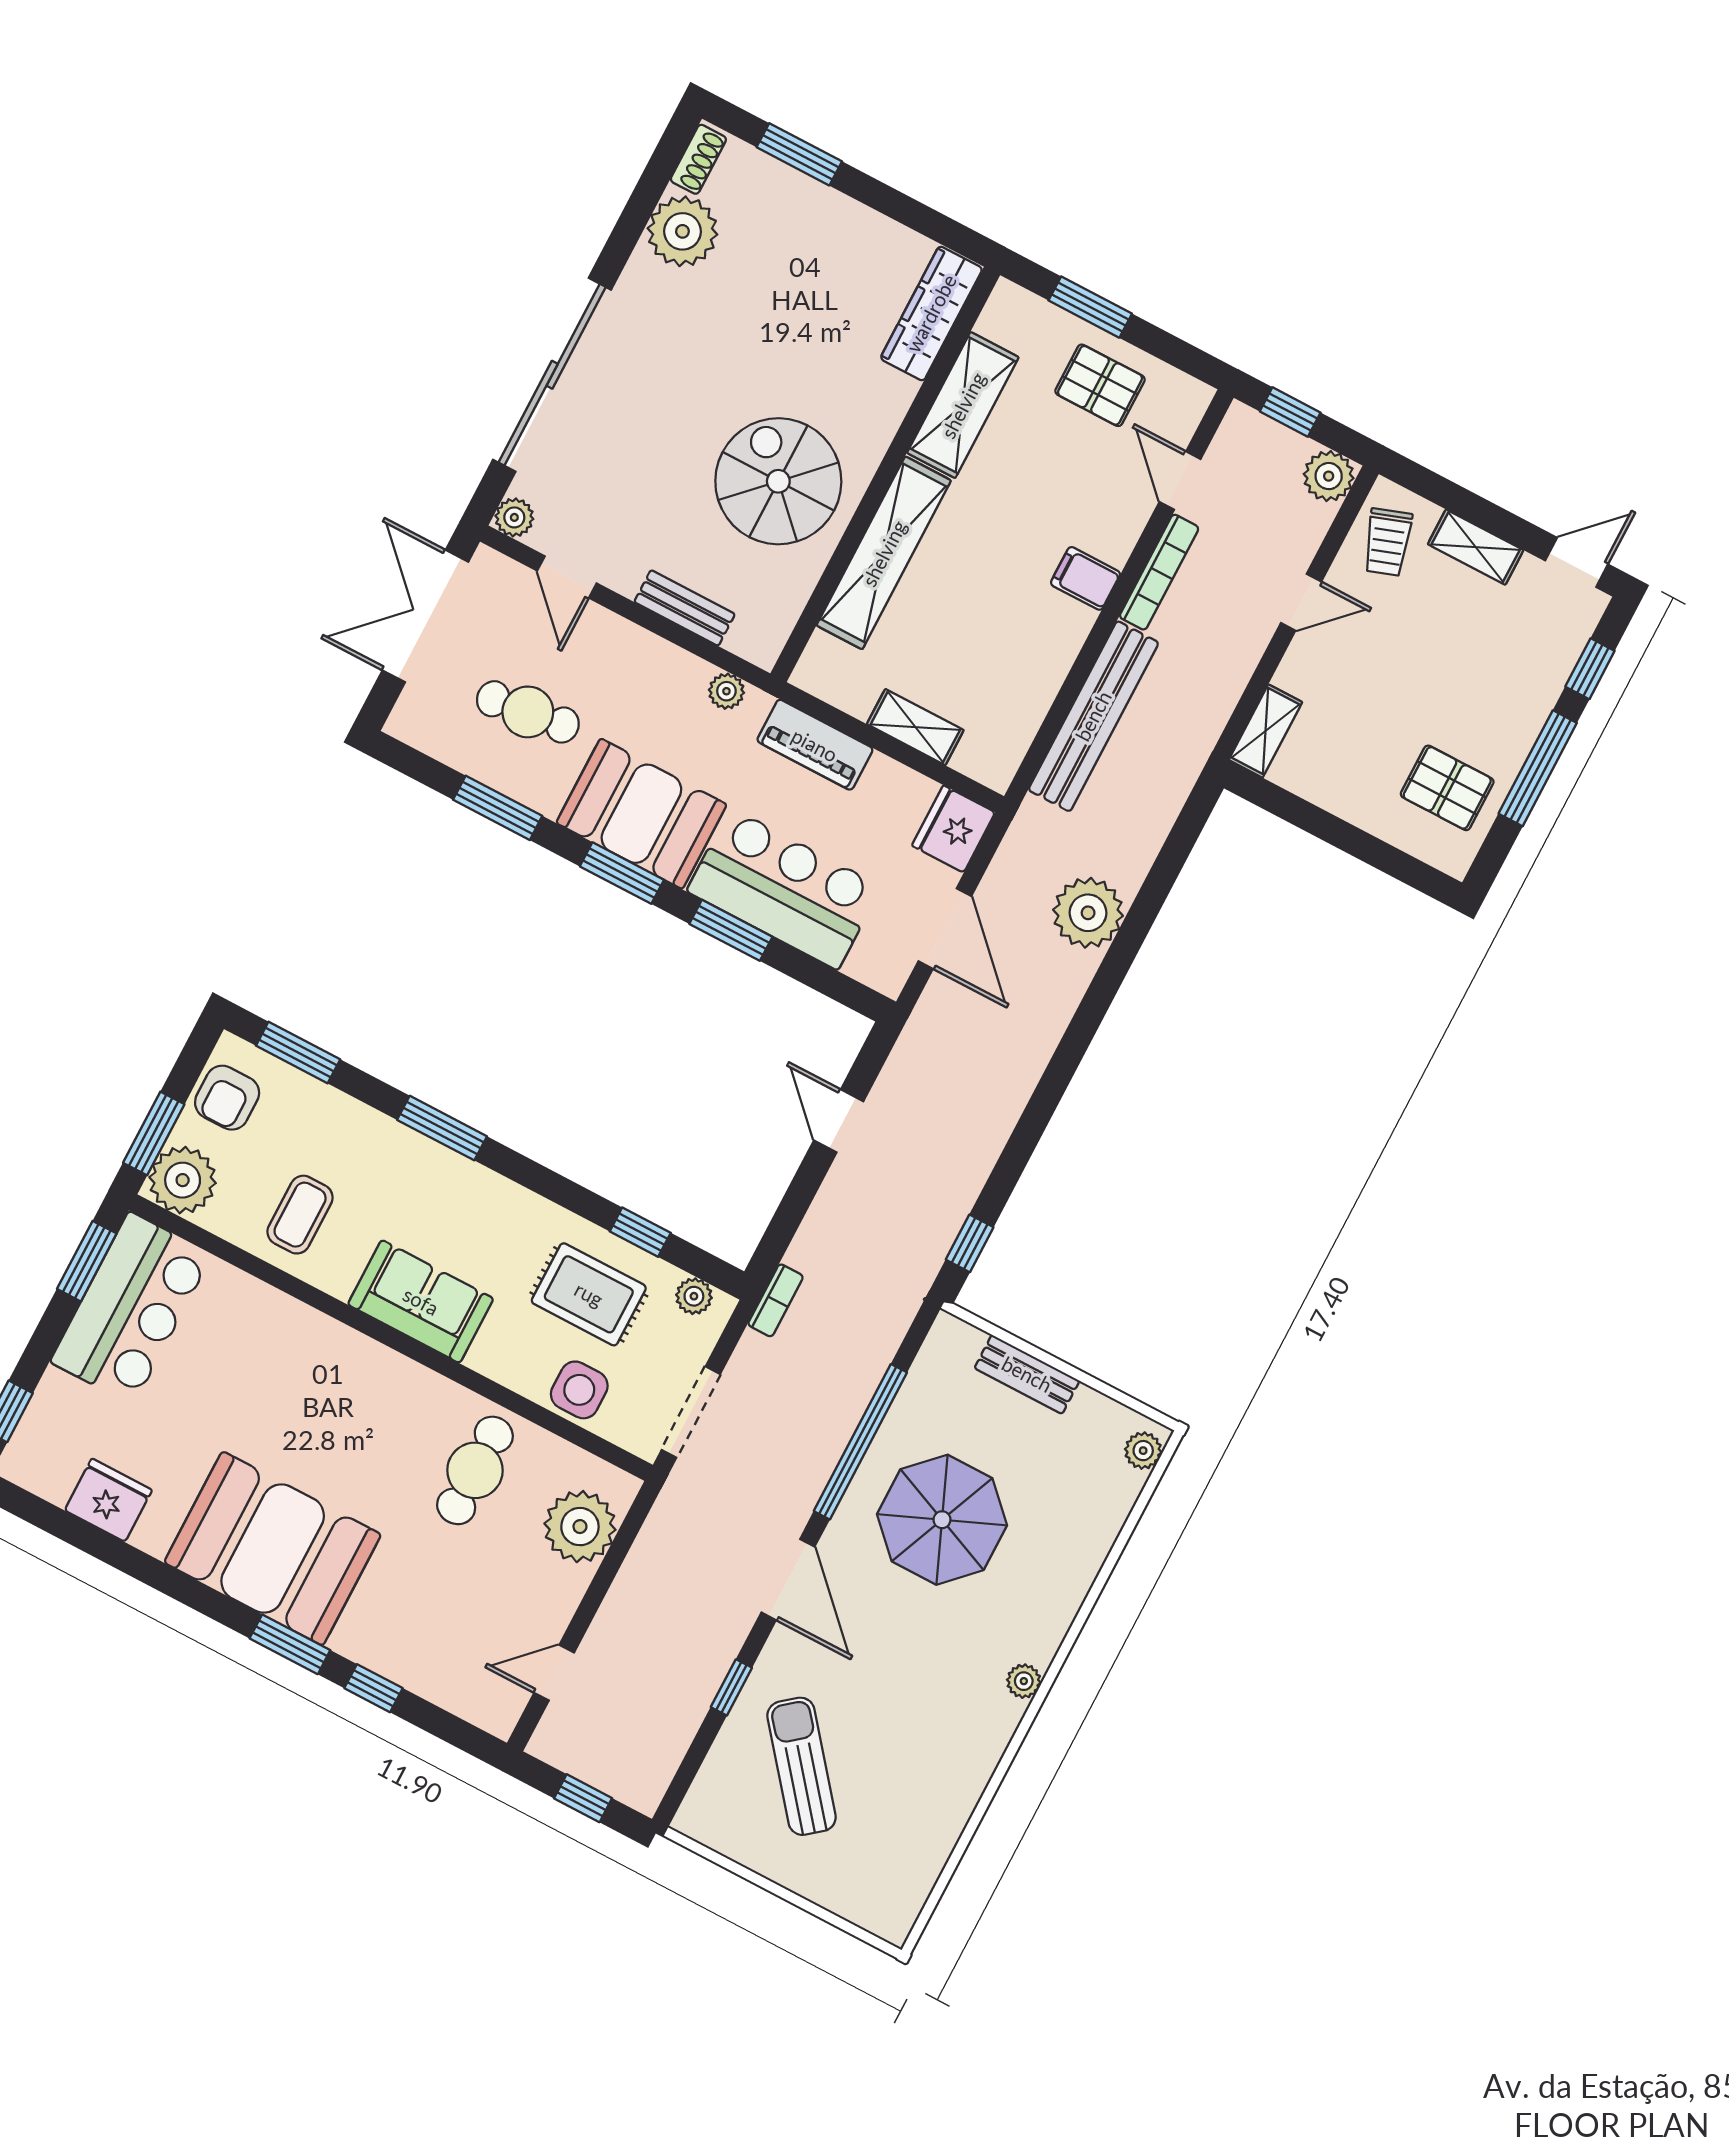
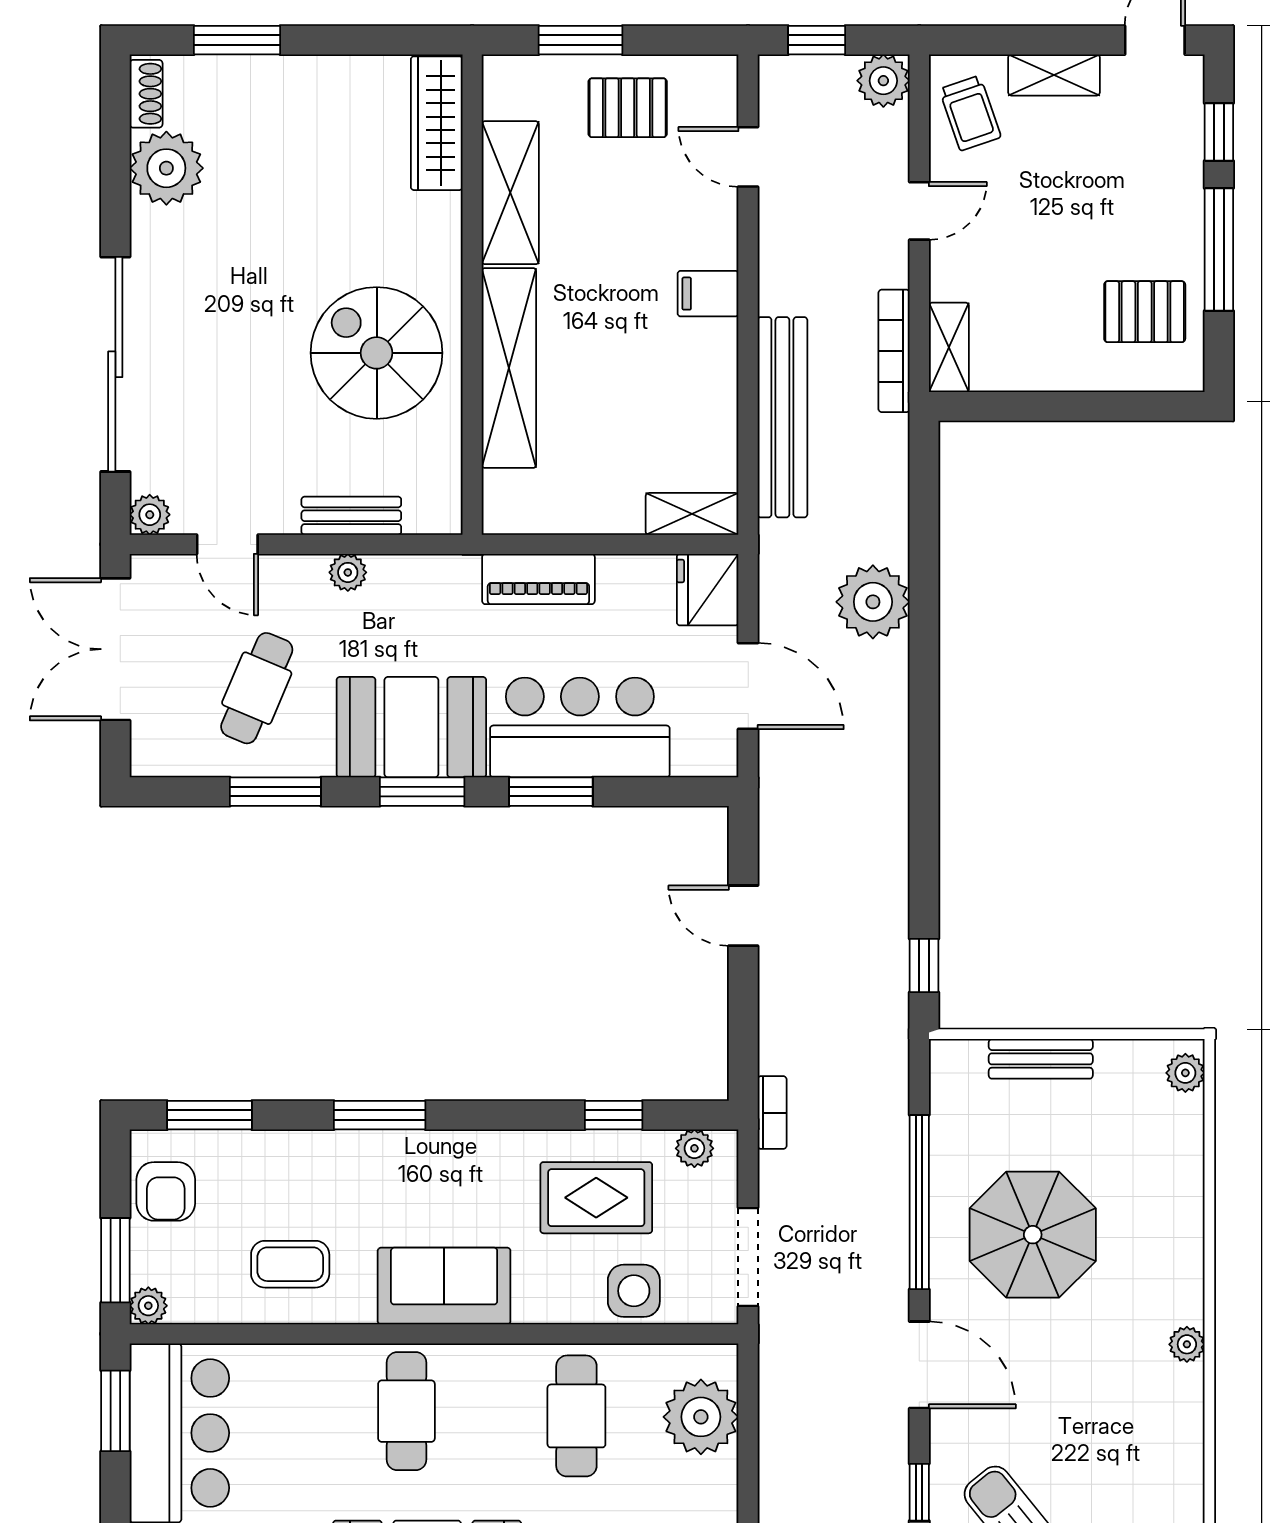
bookcase: (1159, 572) -> (894, 351), moved, turned 180
plant: (726, 691) -> (348, 572), moved
cafe table: (528, 712) -> (257, 688), turned -60
shelving: (915, 727) -> (692, 514), moved
plant: (183, 1180) -> (148, 1306), width x0.53, depth x0.53
coffee table: (300, 1215) -> (290, 1264), turned 90
cafe table: (333, 1391) -> (406, 1411), added

